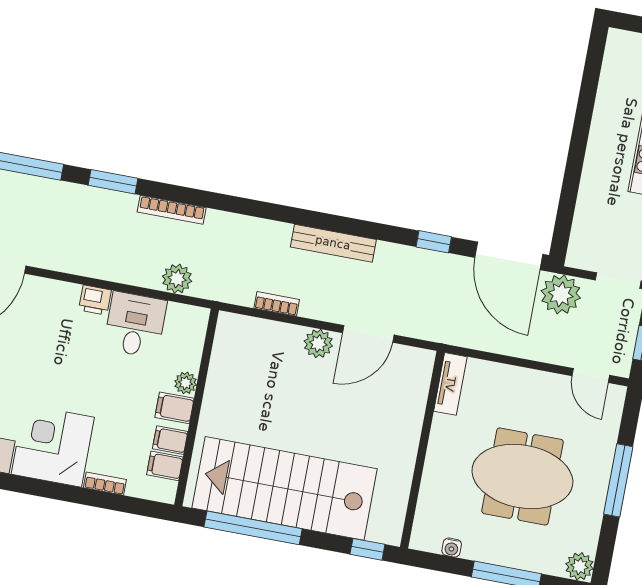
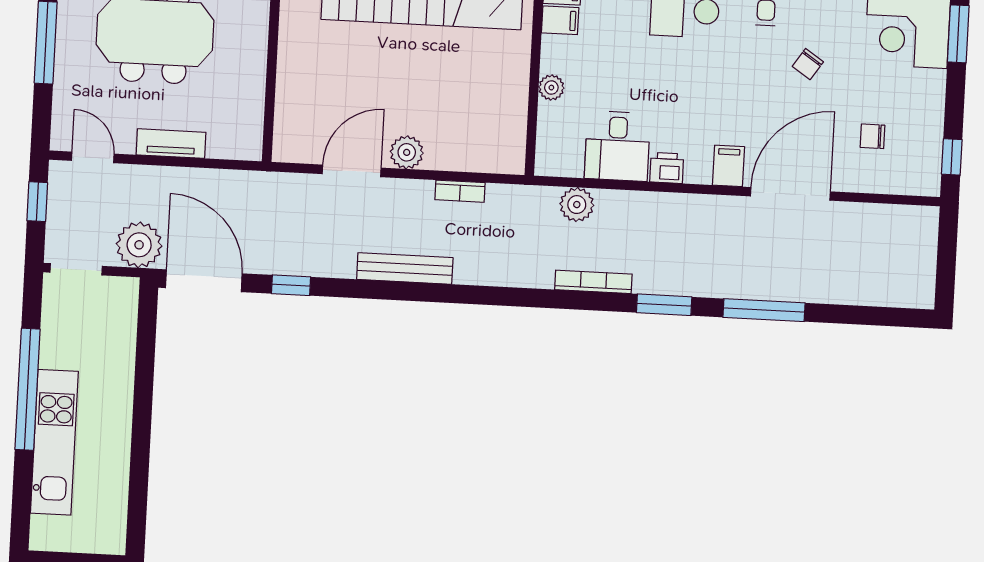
tv unit: (450, 384) -> (171, 144), moved, turned 90
filing cabinet: (175, 408) -> (729, 166), moved, turned -90

